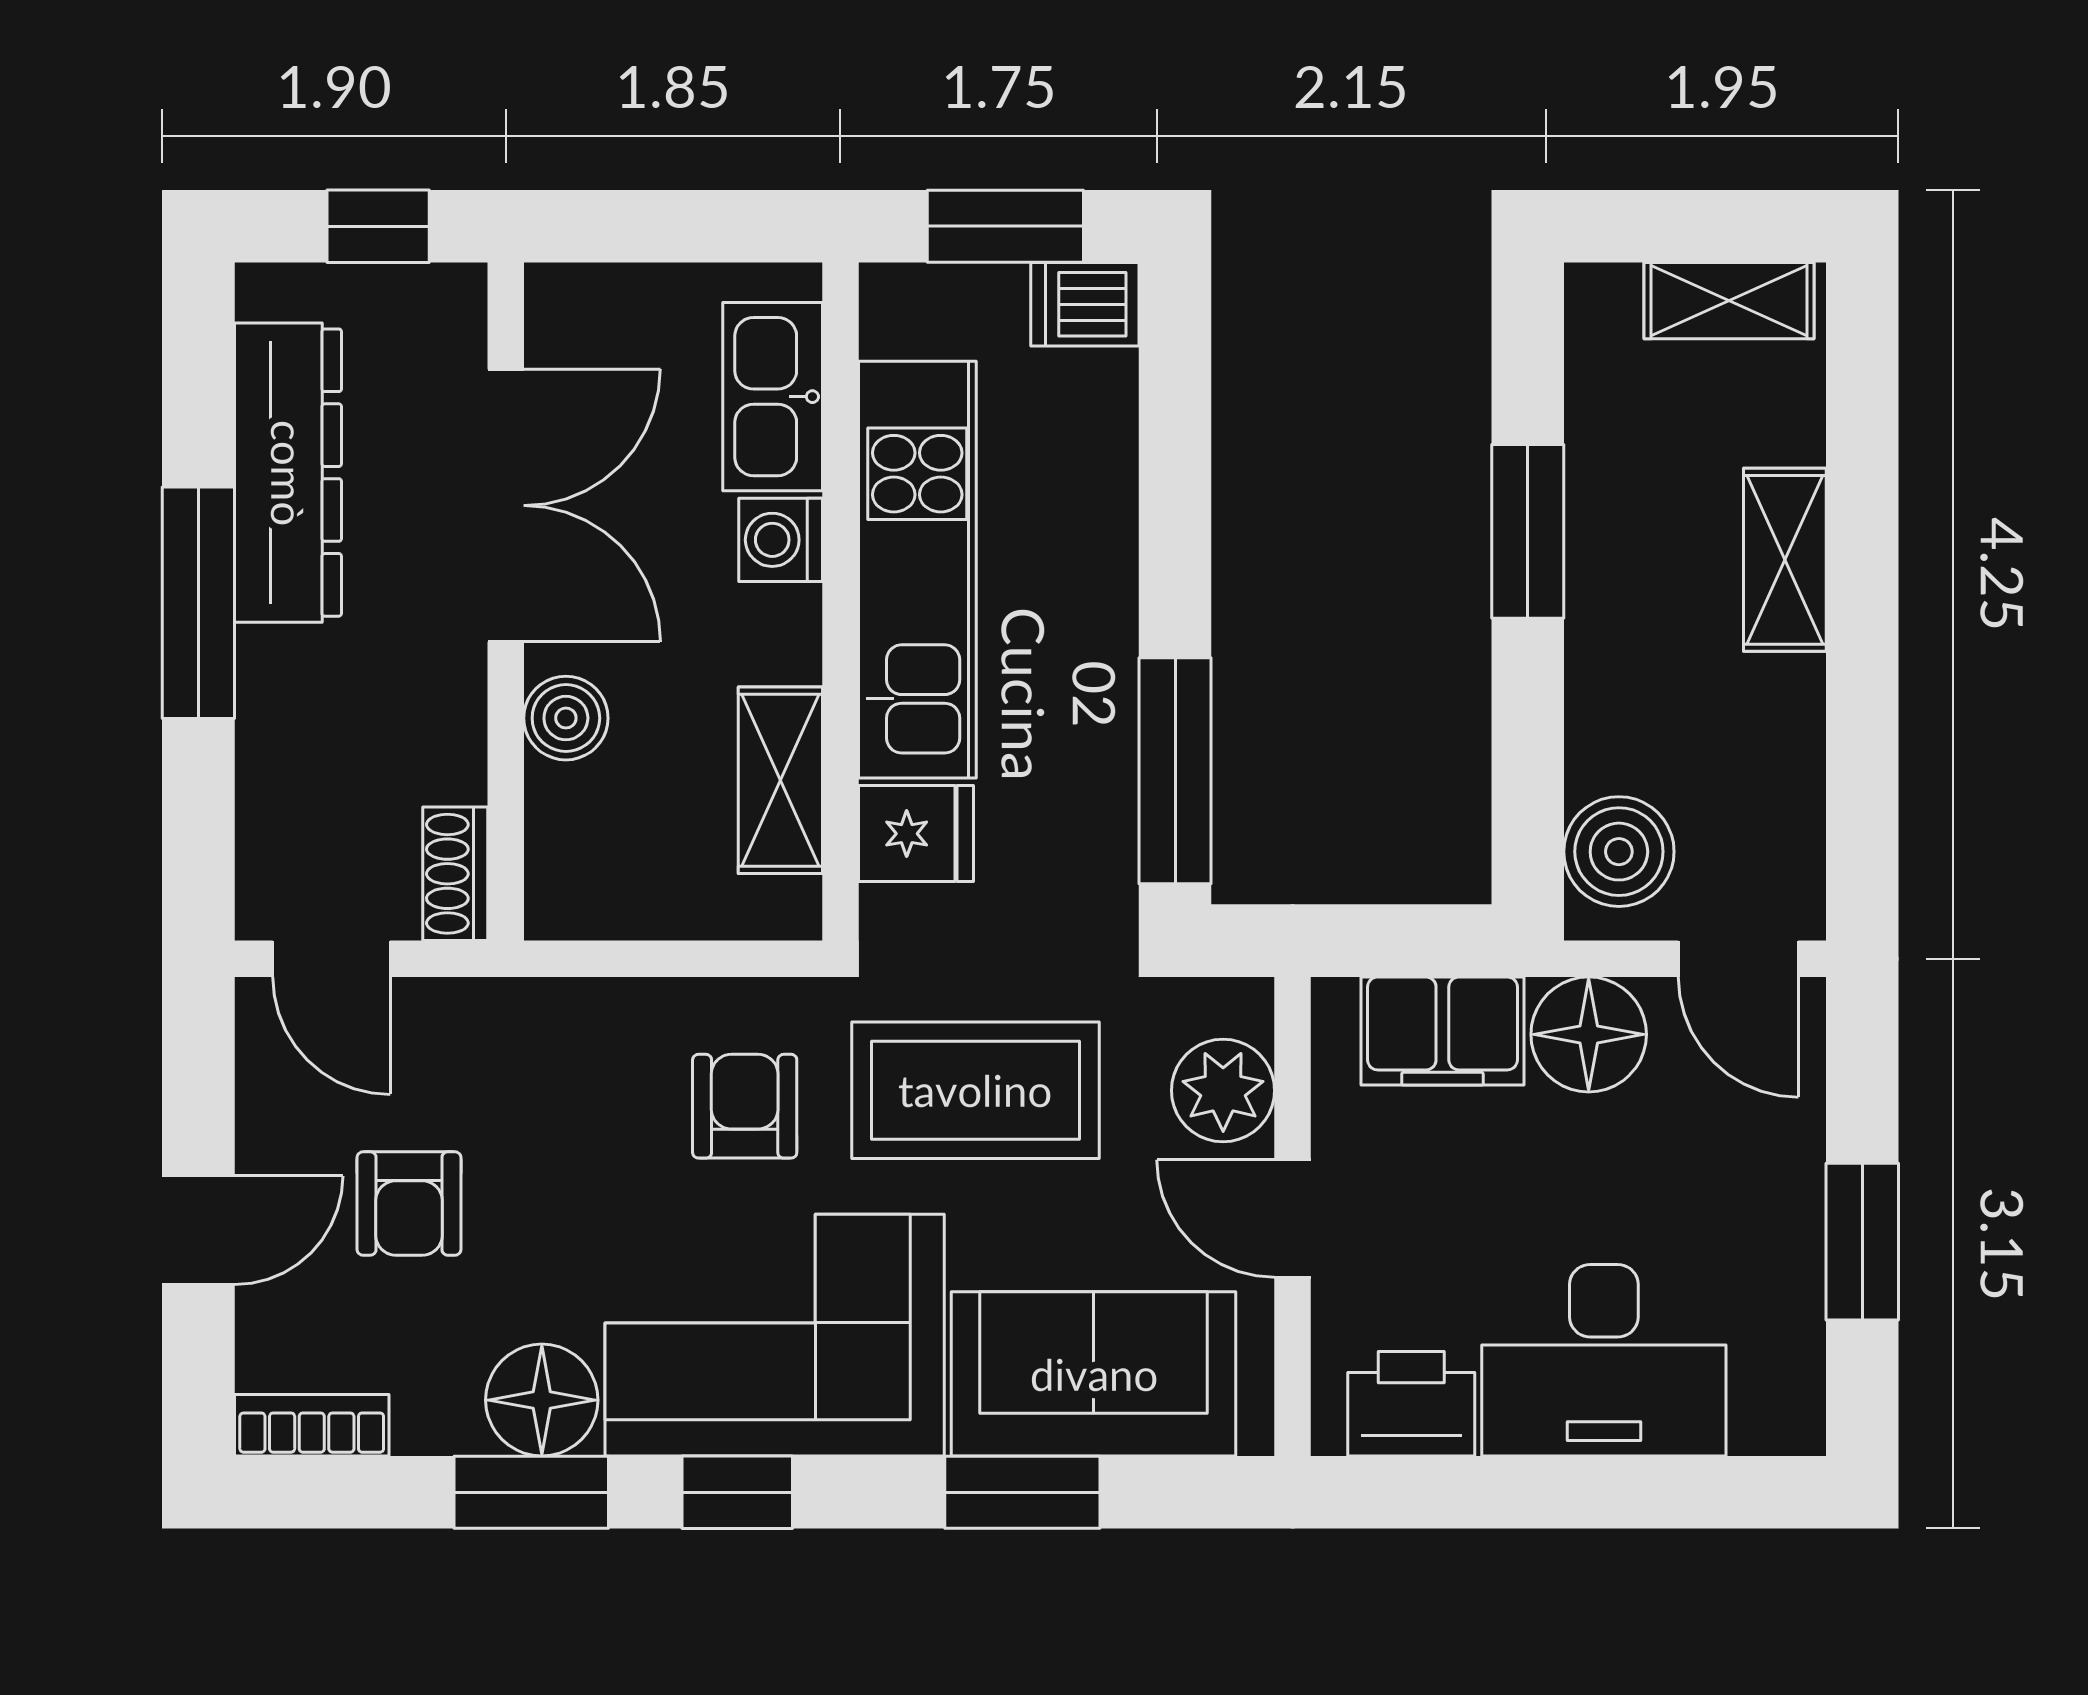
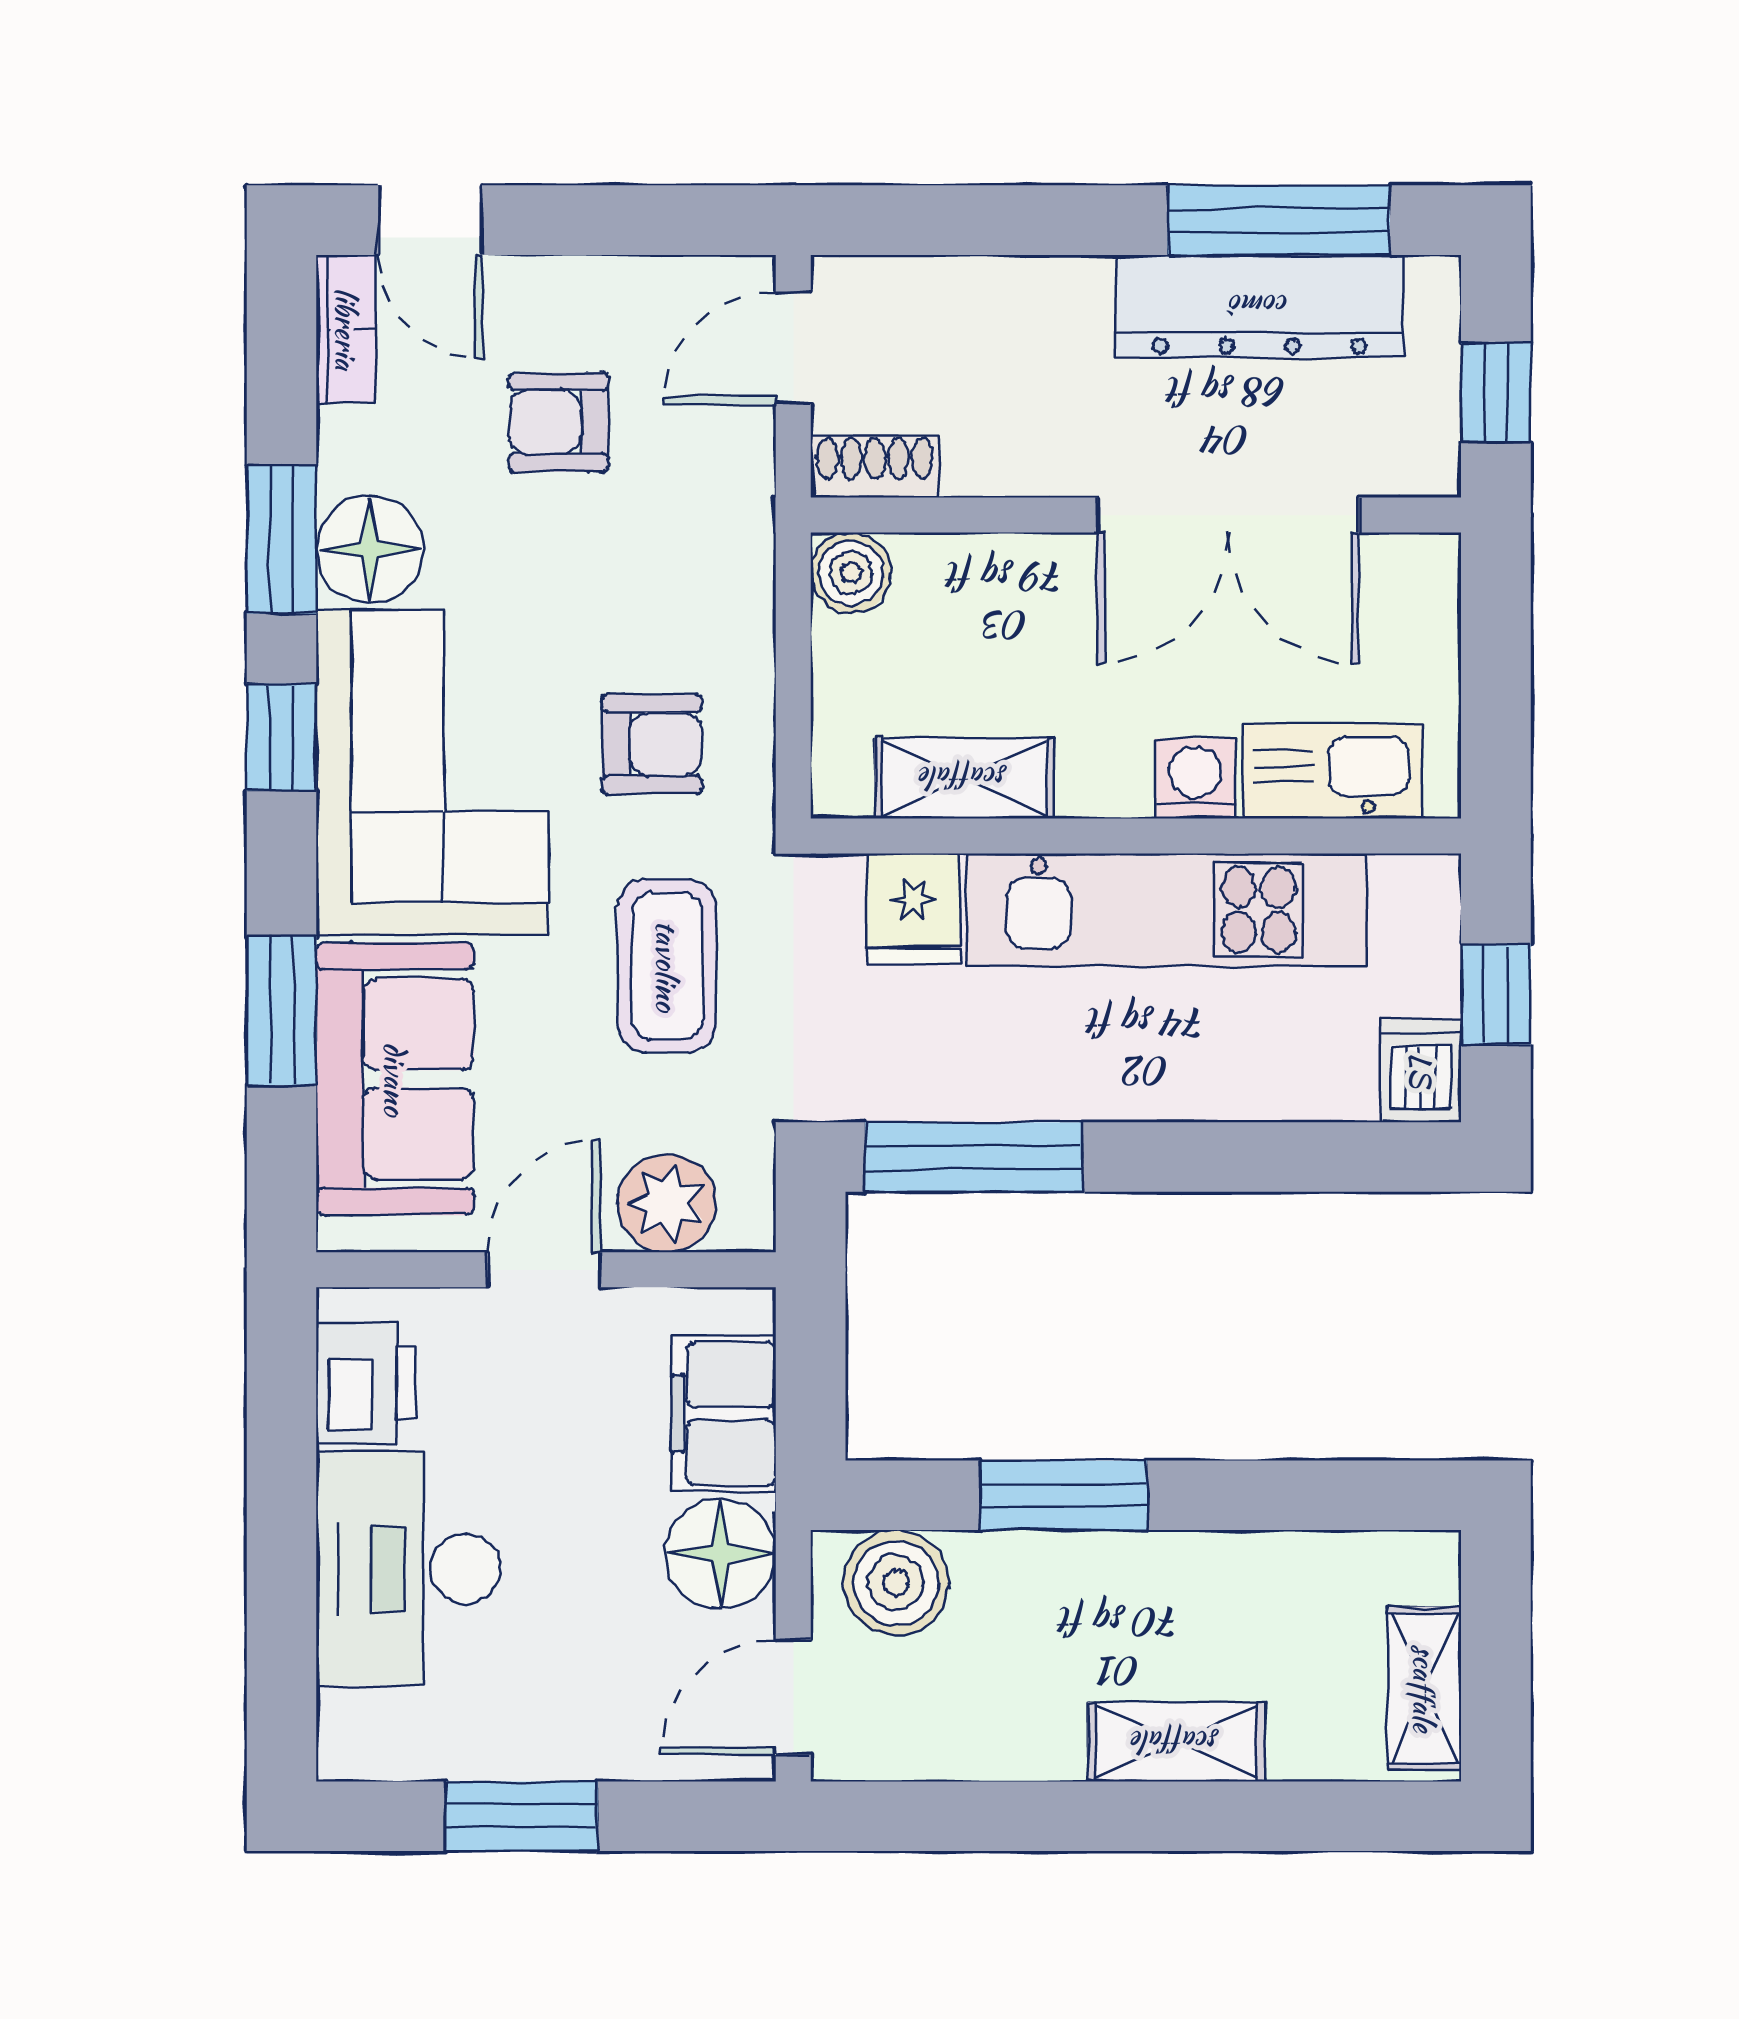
window: (1005, 226) -> (1496, 994), width x0.67
window: (1528, 531) -> (1064, 1495), moved
window: (198, 603) -> (1279, 220), moved
boiler: (566, 718) -> (851, 573), moved
coffee table: (975, 1090) -> (667, 966), width x0.73, depth x0.76
door: (198, 1230) -> (430, 220), moved

